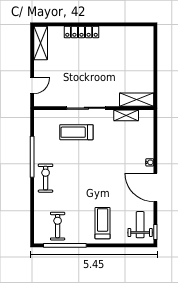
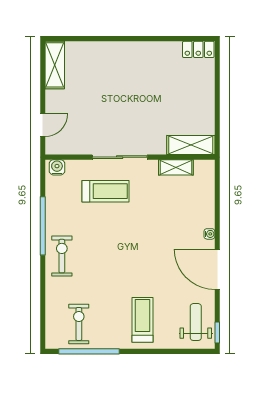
locker: (82, 32) -> (198, 49), moved, width x0.66
water cooler: (42, 115) -> (57, 167), added
treadmill: (76, 132) -> (106, 191), turned 180

